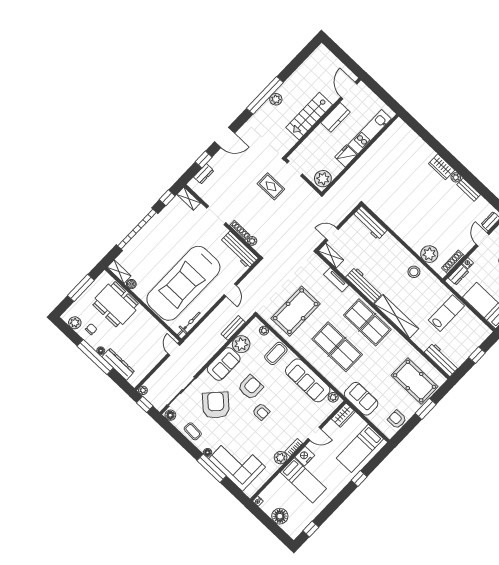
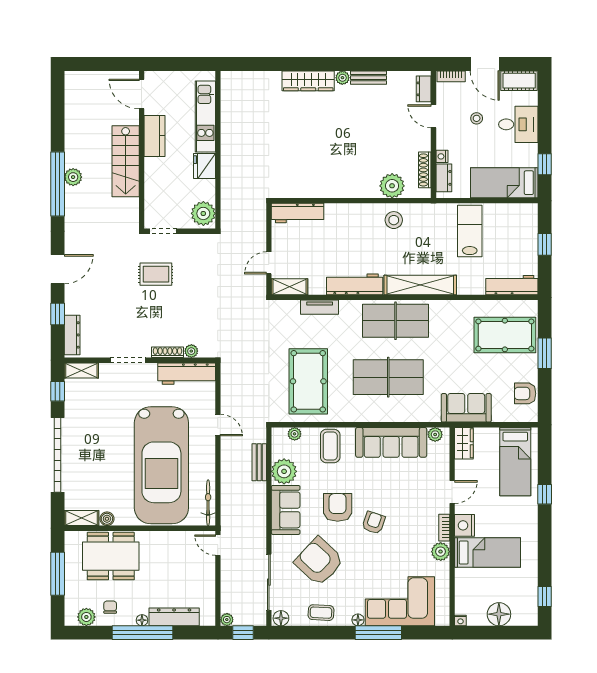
wardrobe: (442, 167) -> (308, 81), width x1.50
dresser: (204, 174) -> (72, 335), width x1.44
armchair: (261, 412) -> (374, 523), turned -71

